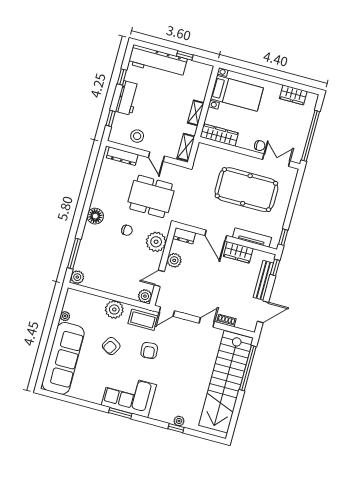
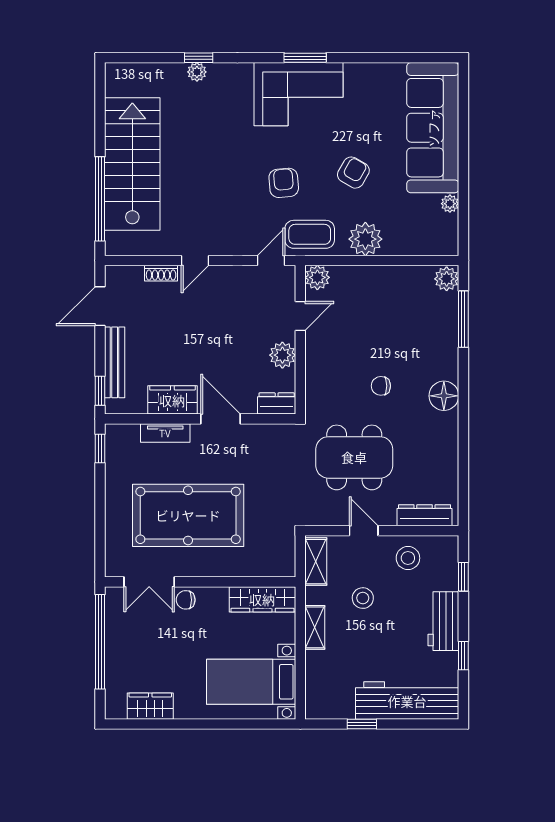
stool: (166, 121) -> (363, 598), added
tv unit: (252, 237) -> (165, 433), width x0.71
plant: (156, 242) -> (324, 379), removed
stairs: (226, 382) -> (132, 164), width x0.73

